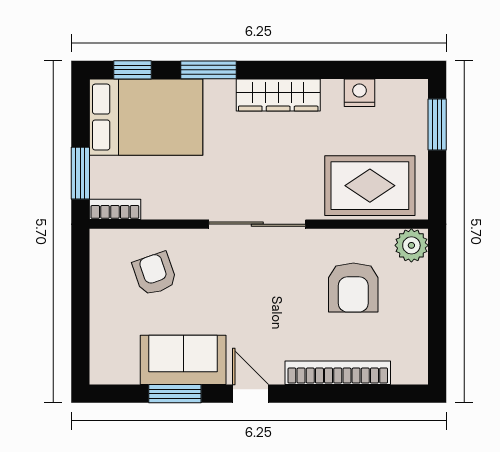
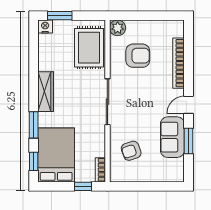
nightstand: (359, 93) -> (45, 27), moved, turned 90
window: (80, 173) -> (83, 186), width x0.67

